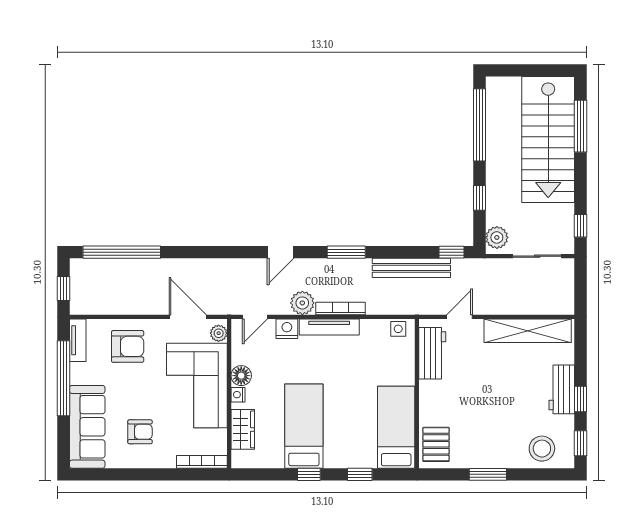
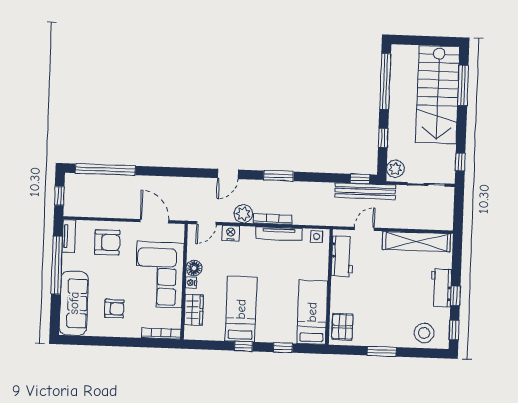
bench: (411, 268) -> (365, 191), moved
tv unit: (329, 327) -> (279, 234), moved
plant: (219, 333) -> (178, 235), removed

